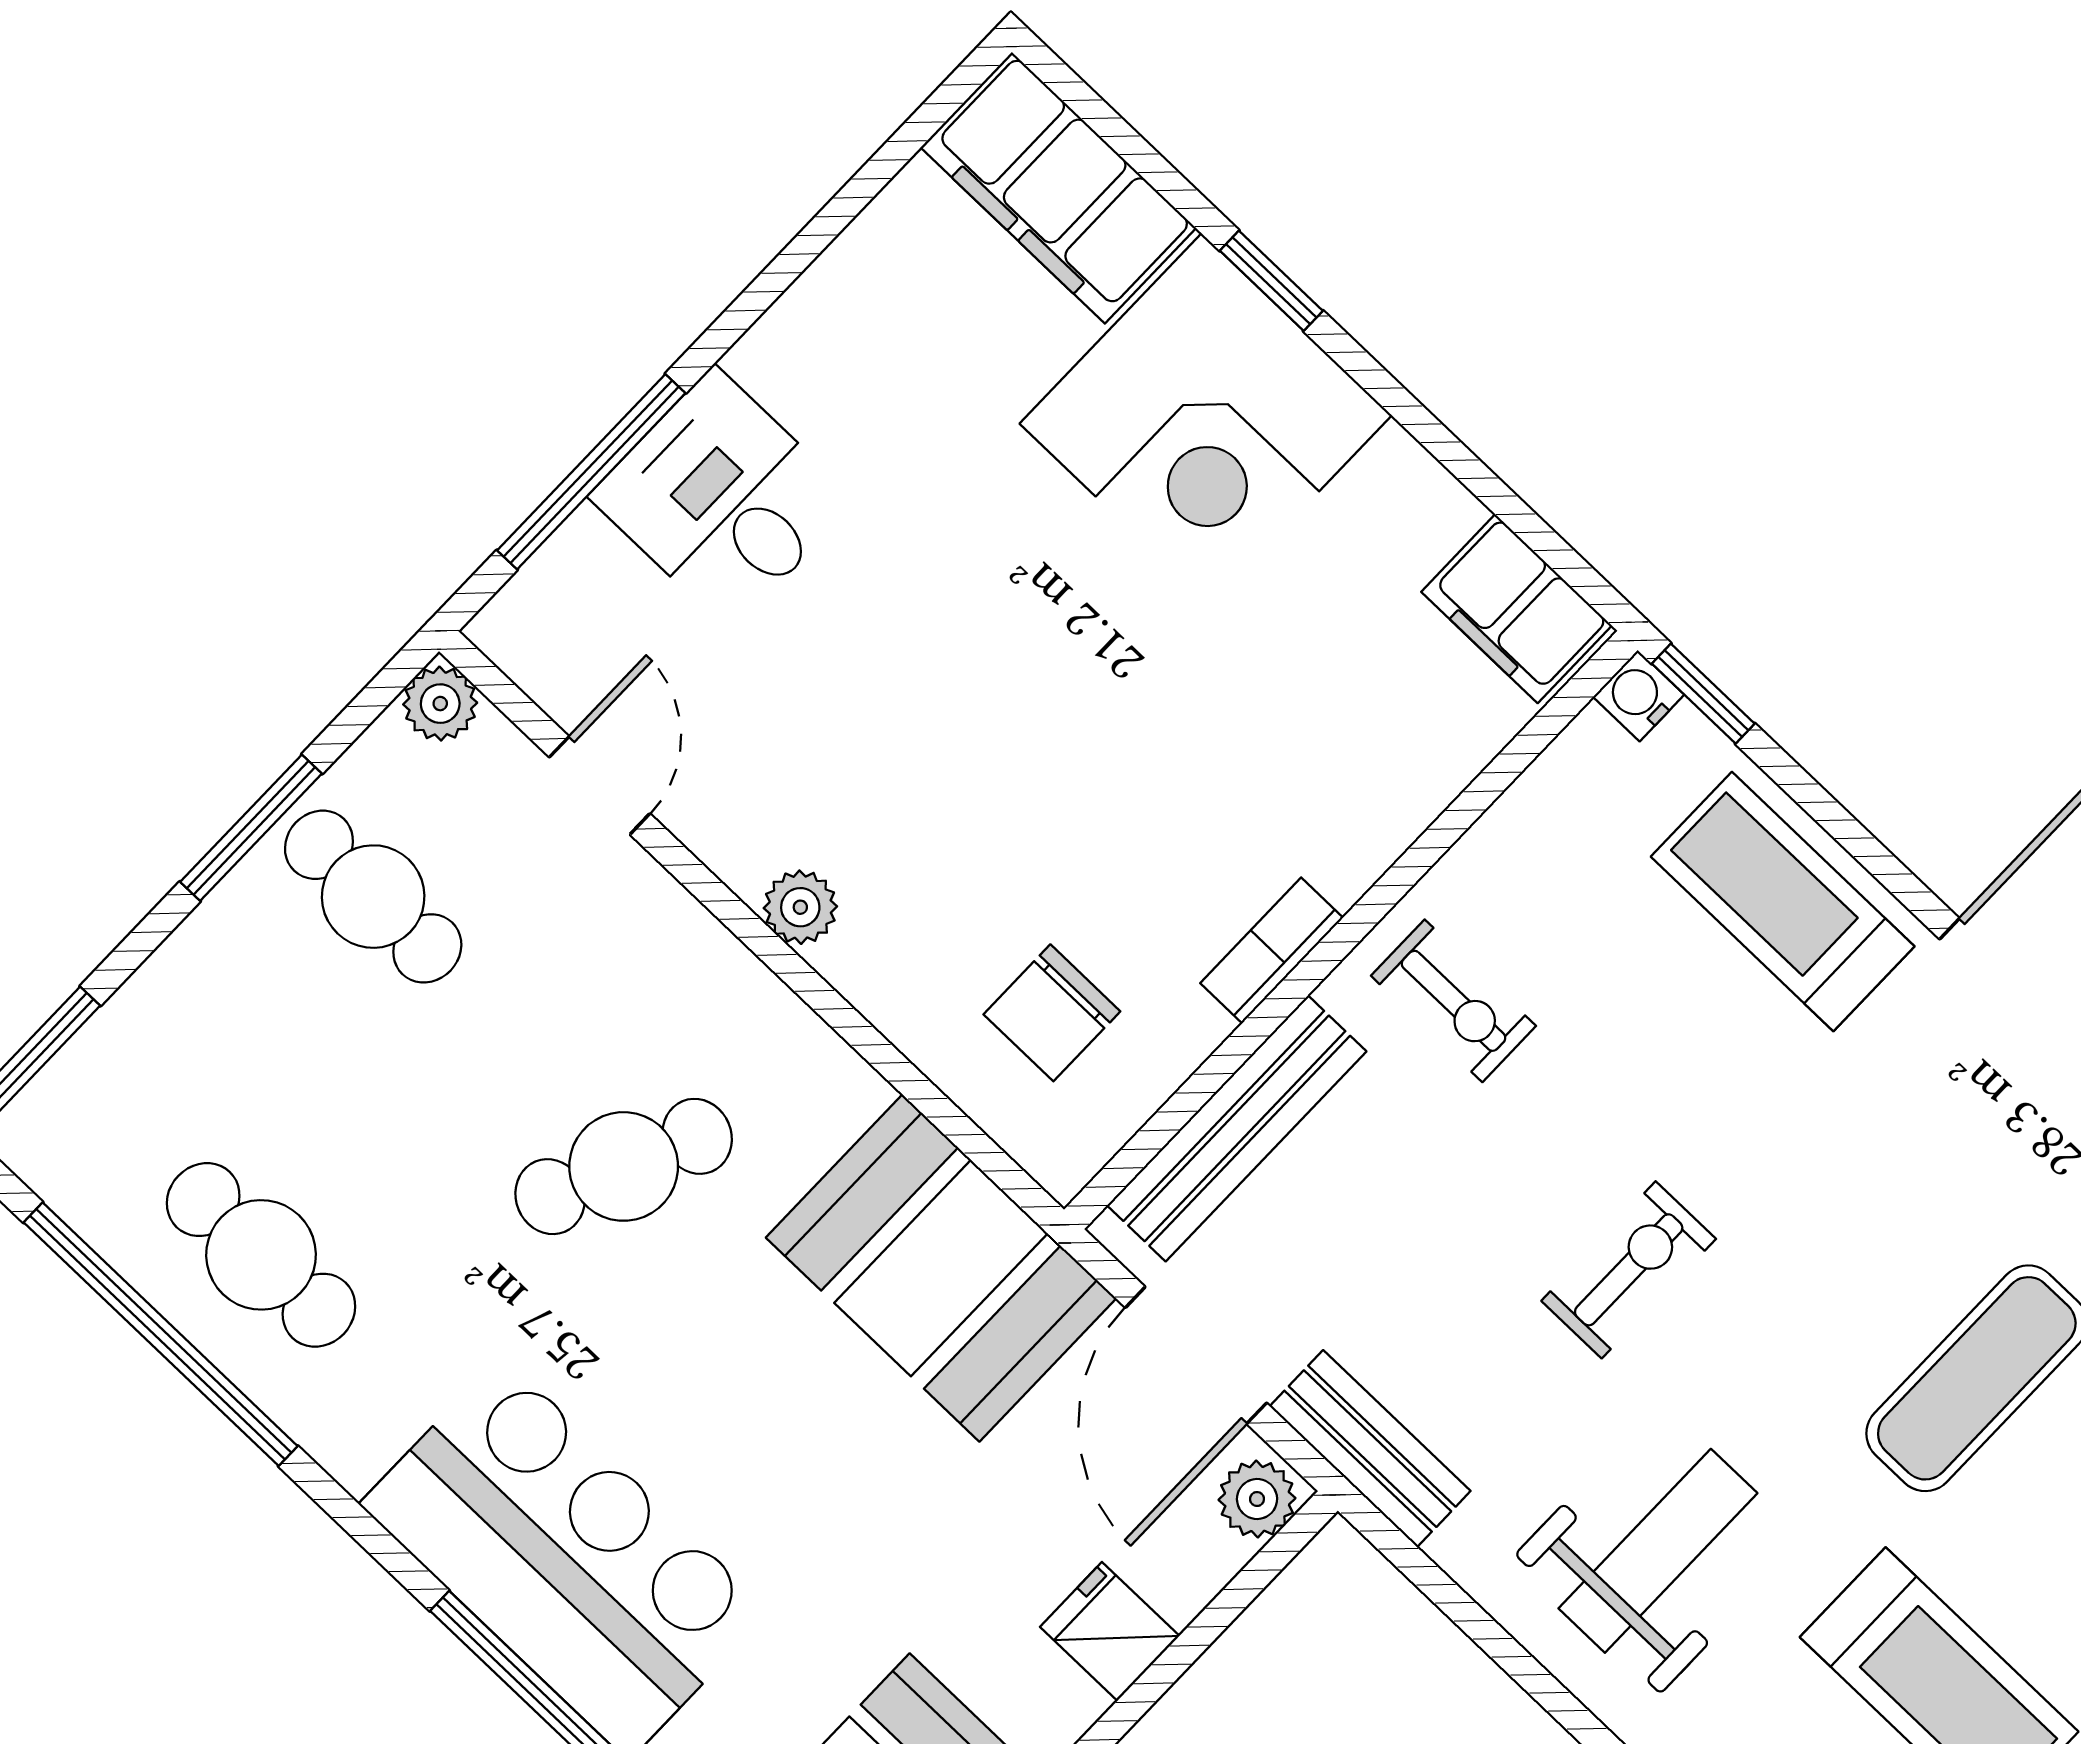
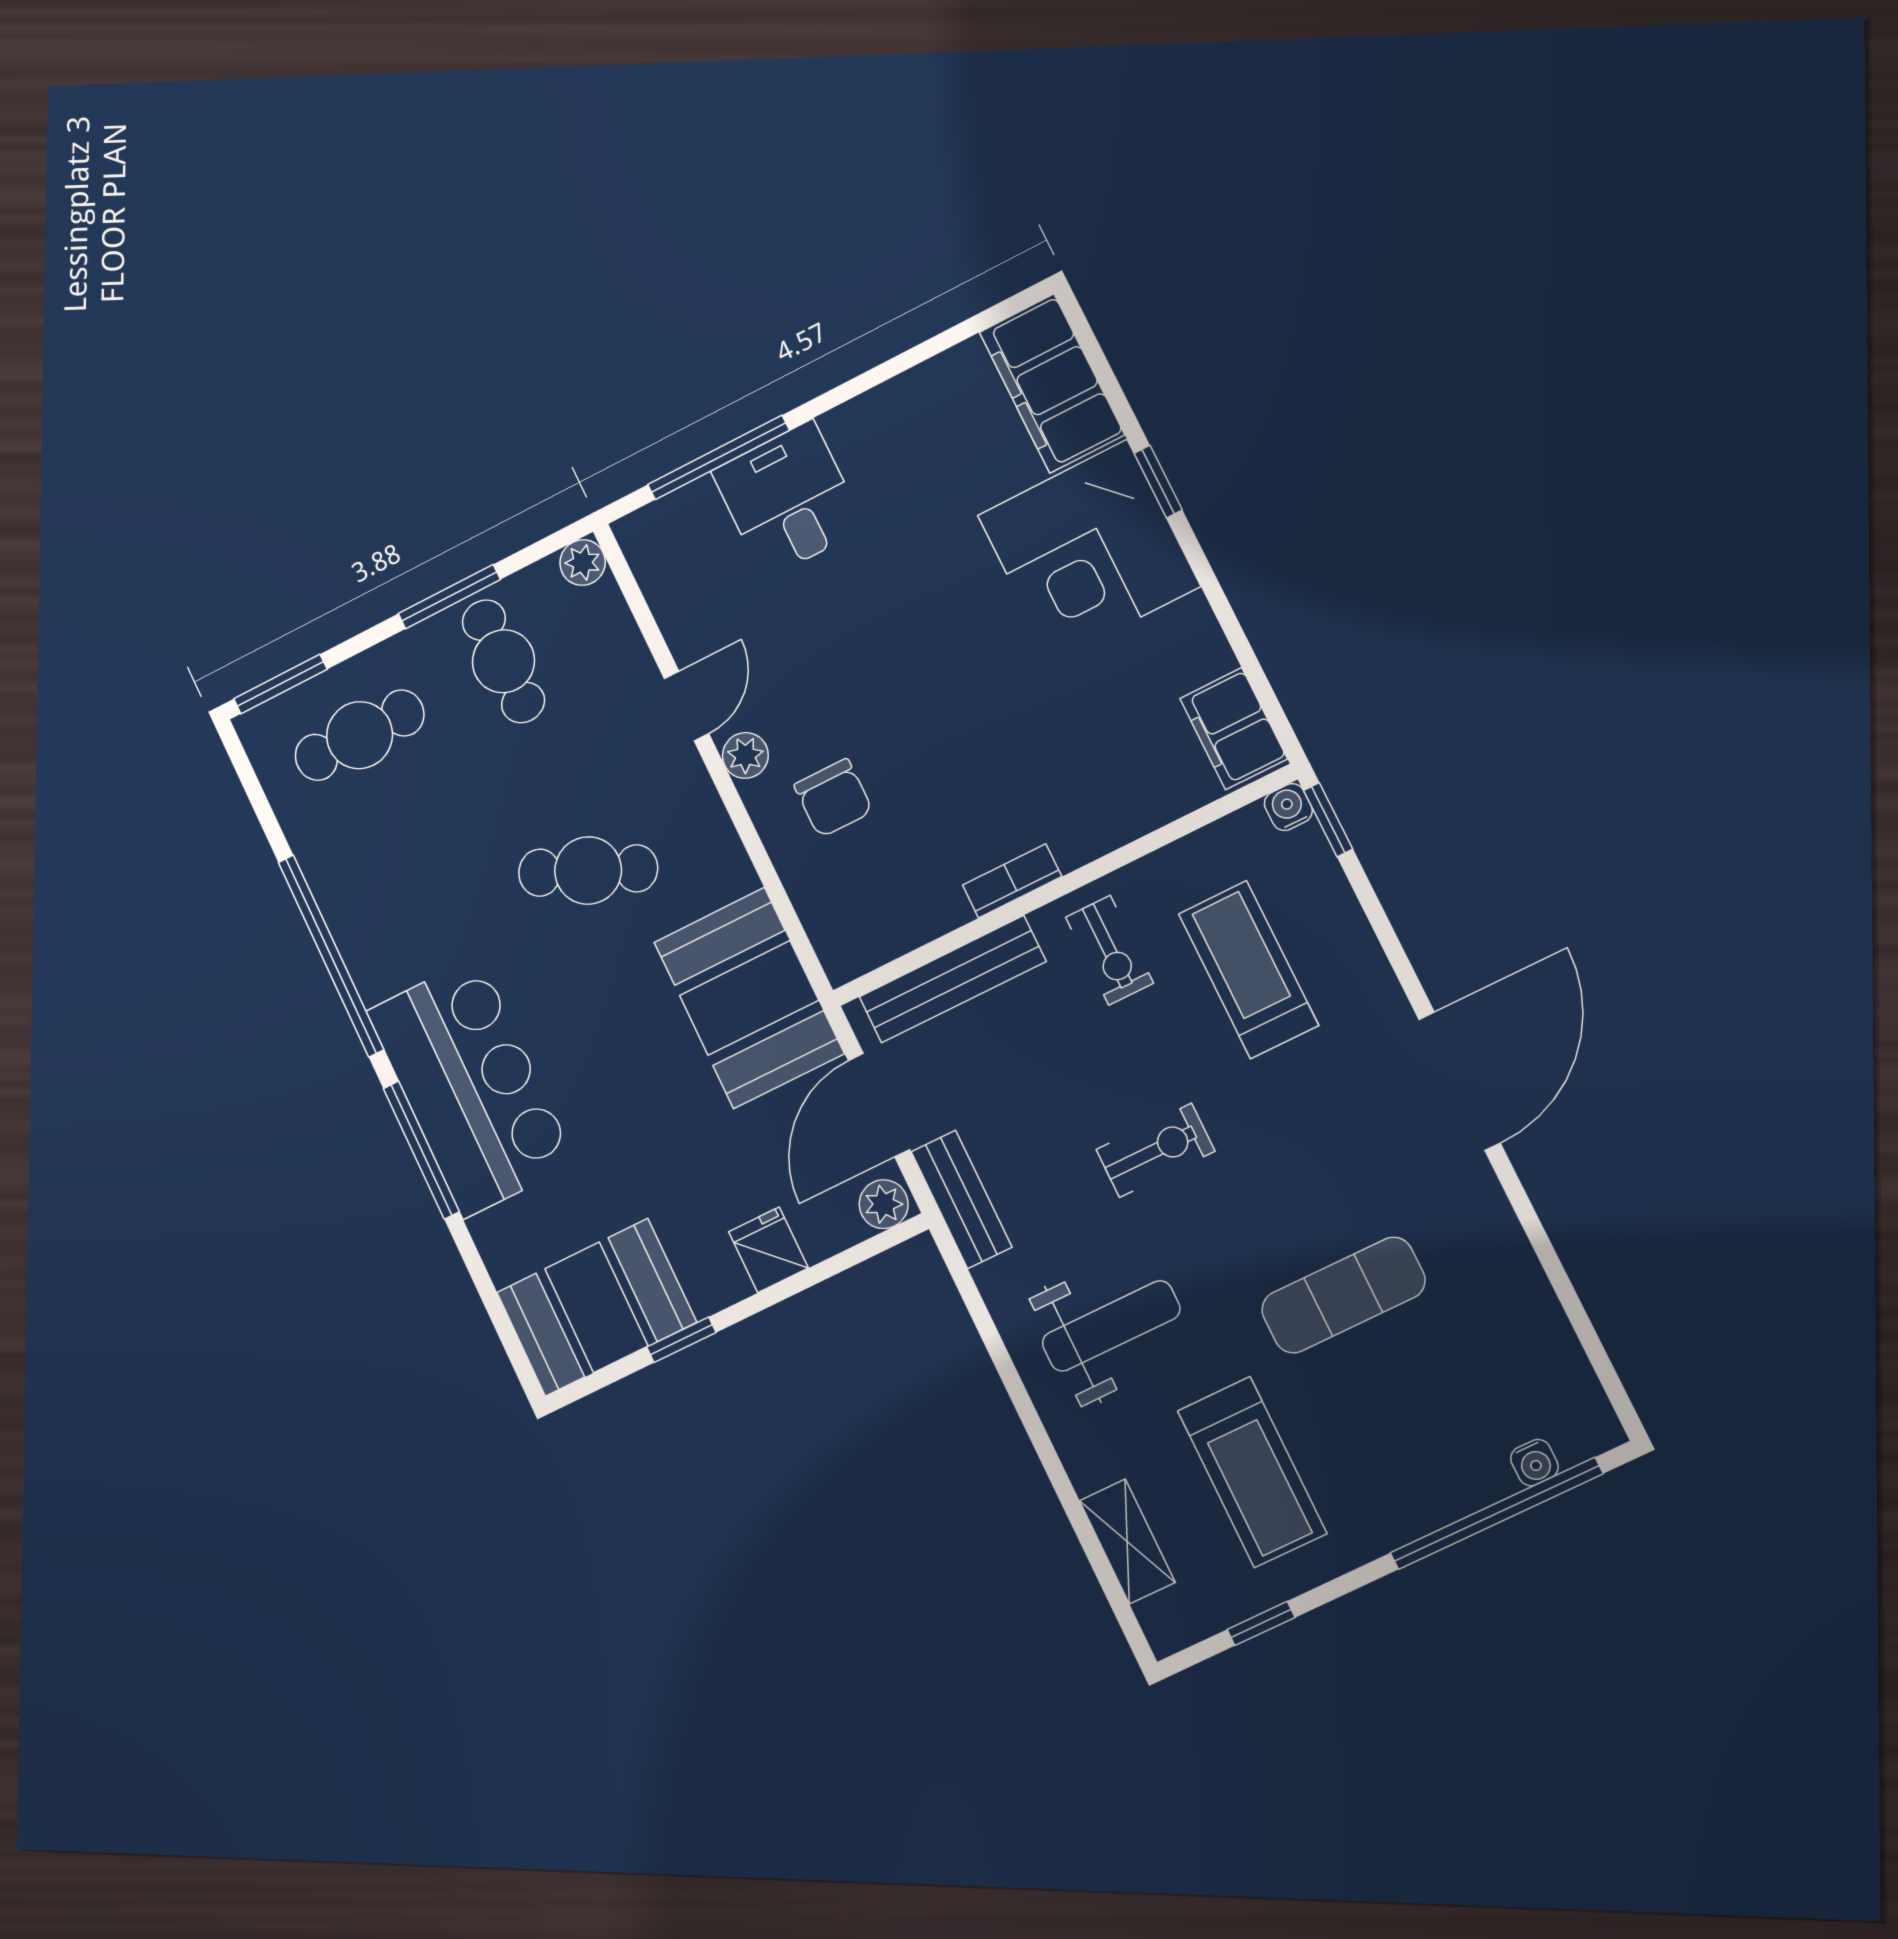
door: (600, 785) -> (687, 706), moved
treadmill: (1783, 902) -> (1248, 970), moved
chair: (1052, 1013) -> (833, 798), moved, turned -90
cafe table: (261, 1255) -> (360, 735), moved, turned 90
window: (161, 1334) -> (331, 956), moved

